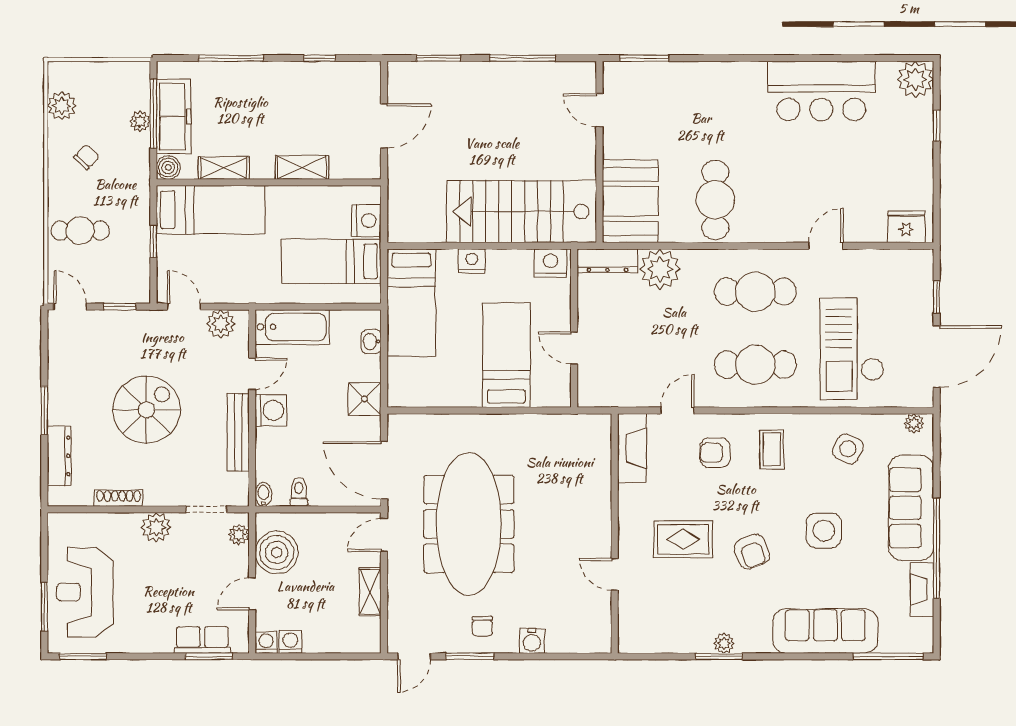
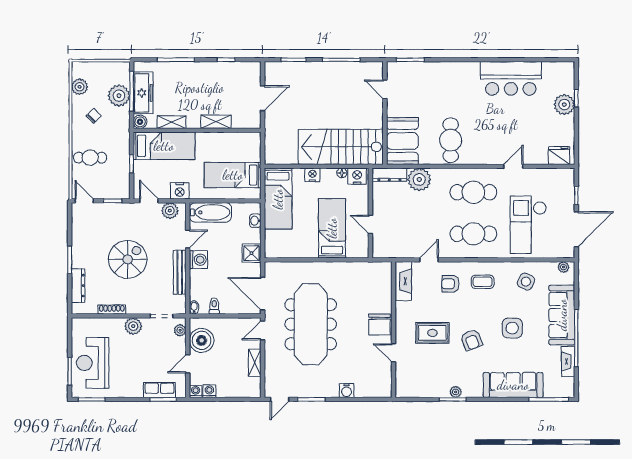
plant: (915, 79) -> (564, 105), moved
plant: (140, 121) -> (119, 96), width x1.88, depth x1.88
nightstand: (366, 221) -> (180, 191), moved, turned 90
floor lamp: (524, 258) -> (342, 173), added
coffee table: (772, 449) -> (483, 282), turned 90
chair: (482, 626) -> (379, 325), moved, width x1.87, depth x1.87

